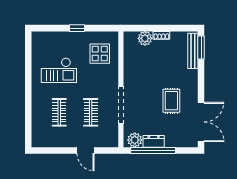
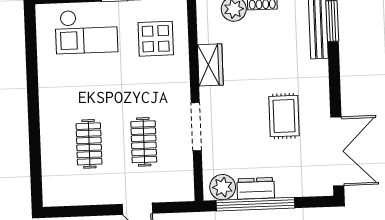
checkout: (59, 70) -> (86, 31), moved
wardrobe: (130, 70) -> (210, 65), added
doorway: (121, 105) -> (196, 127), width x0.73

